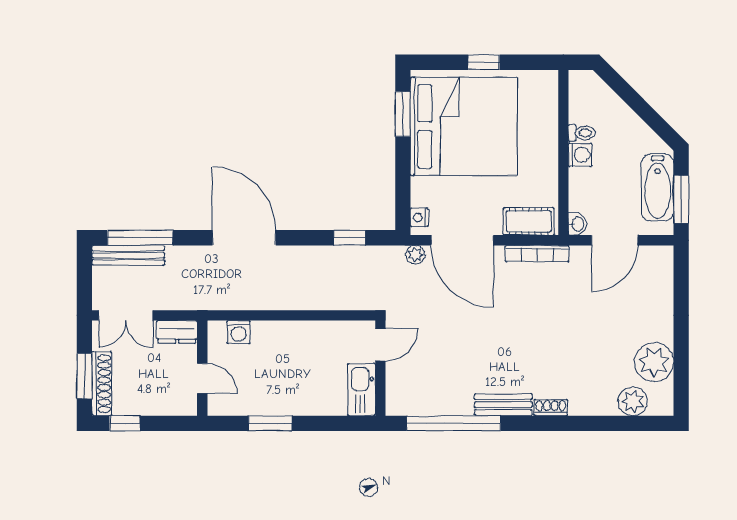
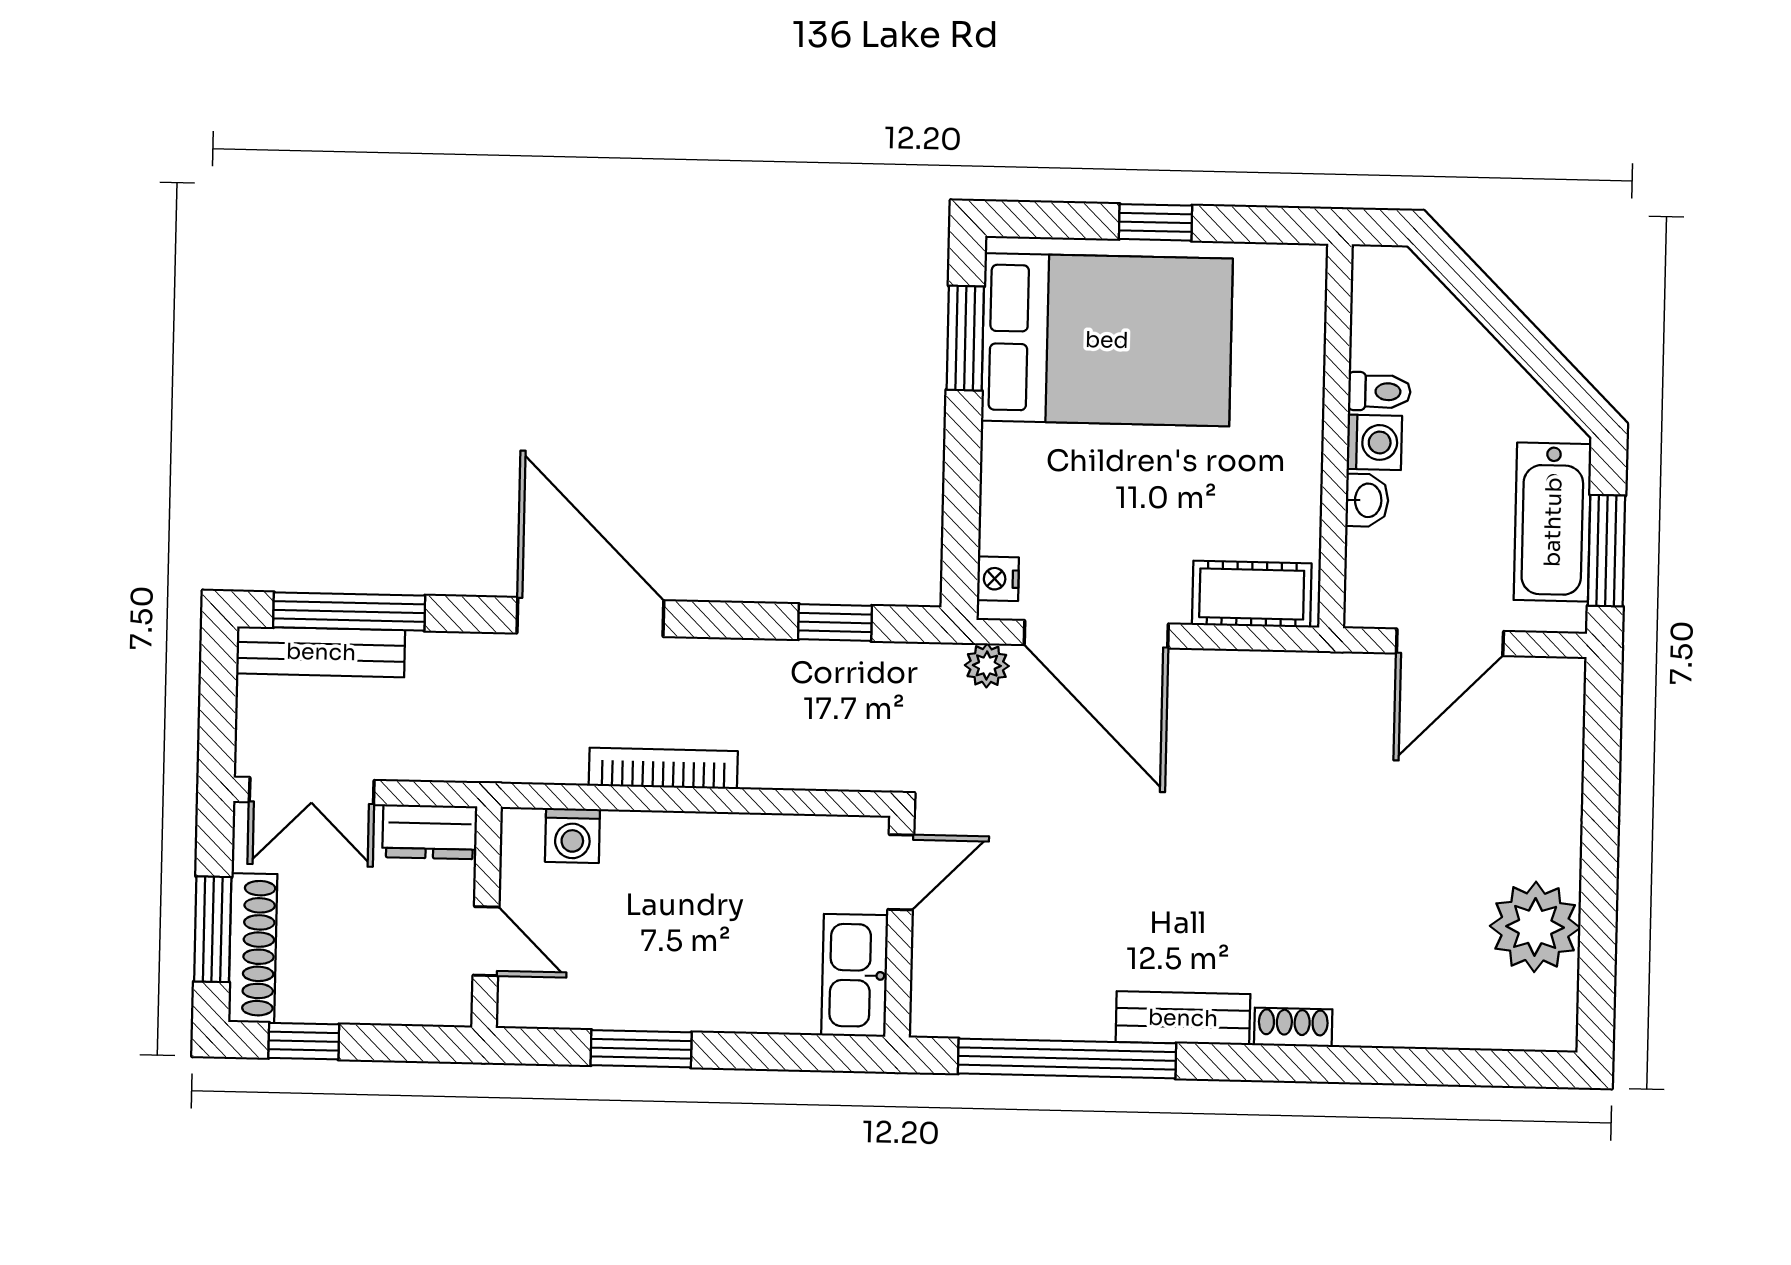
bed: (464, 126) -> (1107, 340), width x0.73
washbasin: (577, 224) -> (1367, 500), moved
bookcase: (537, 253) -> (663, 768), moved, turned 180
plant: (633, 401) -> (1483, 1017), removed

